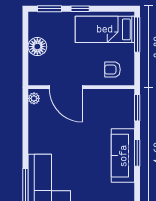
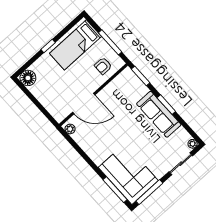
window: (49, 9) -> (29, 63), removed
window: (137, 35) -> (110, 42), moved
floor lamp: (37, 47) -> (28, 78), moved

